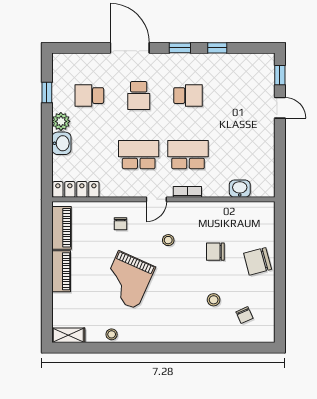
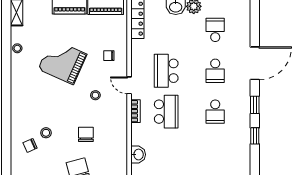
school desk: (139, 96) -> (215, 71), turned -90
school desk: (139, 155) -> (166, 71), turned 180
chair: (244, 315) -> (30, 145), moved

